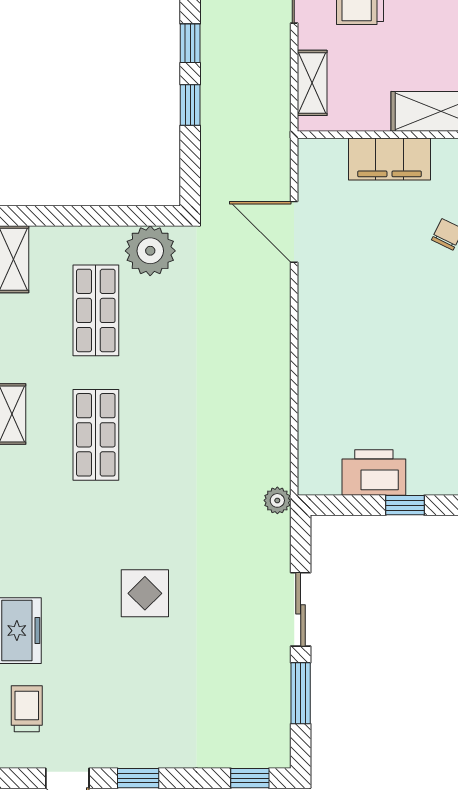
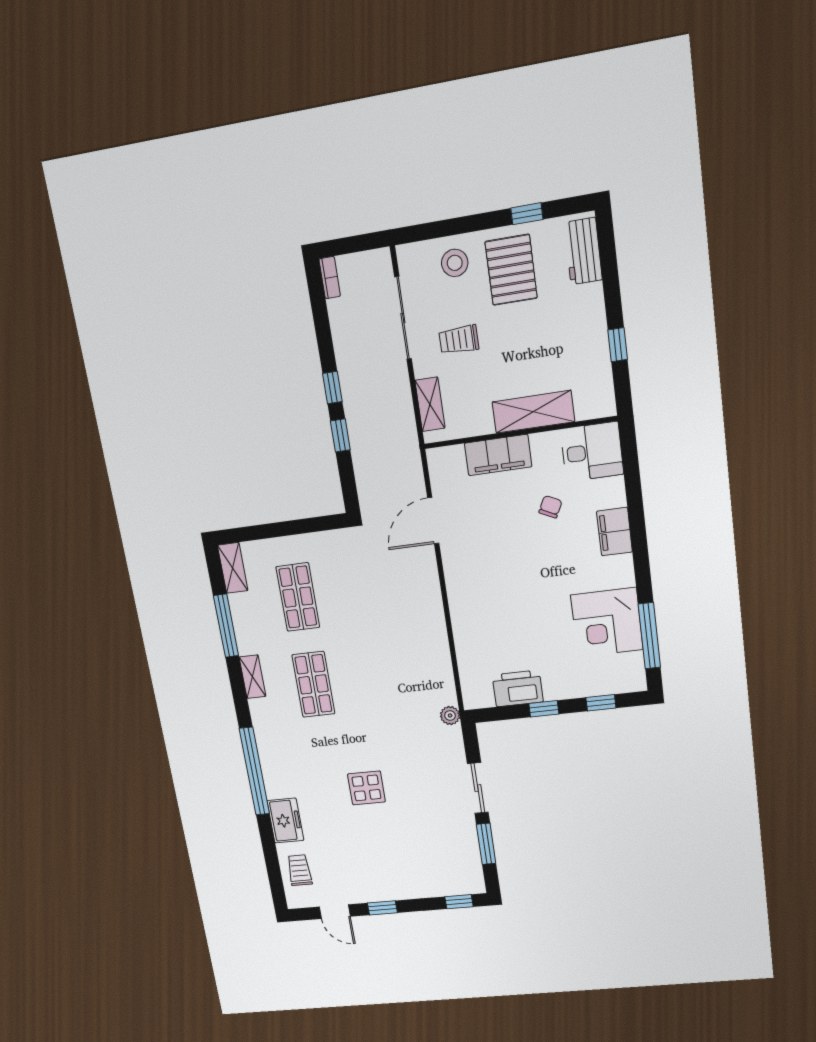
door: (294, 232) -> (433, 521), hinge flipped
plant: (150, 251) -> (329, 549), removed

